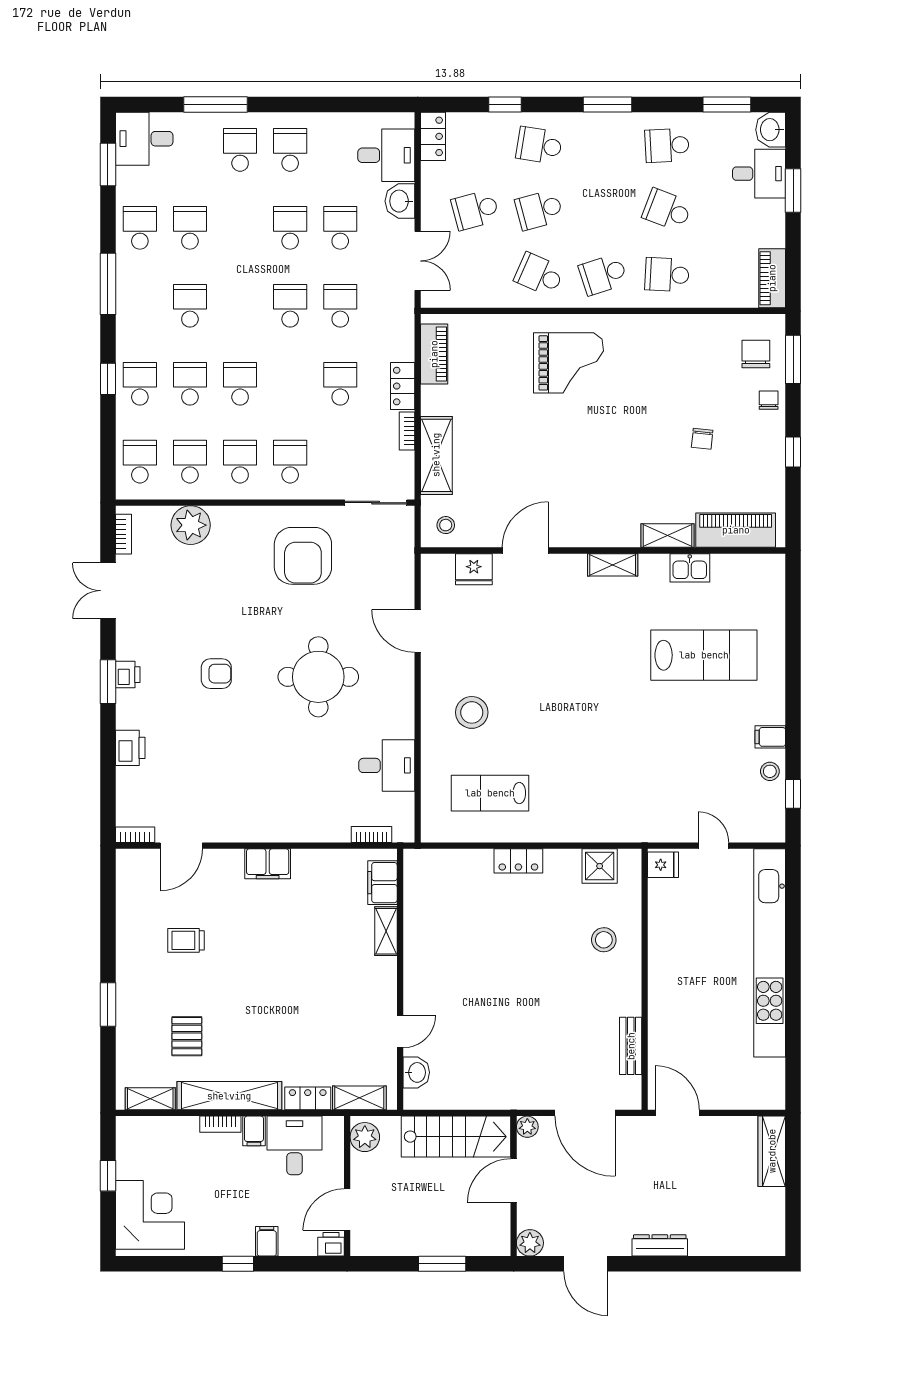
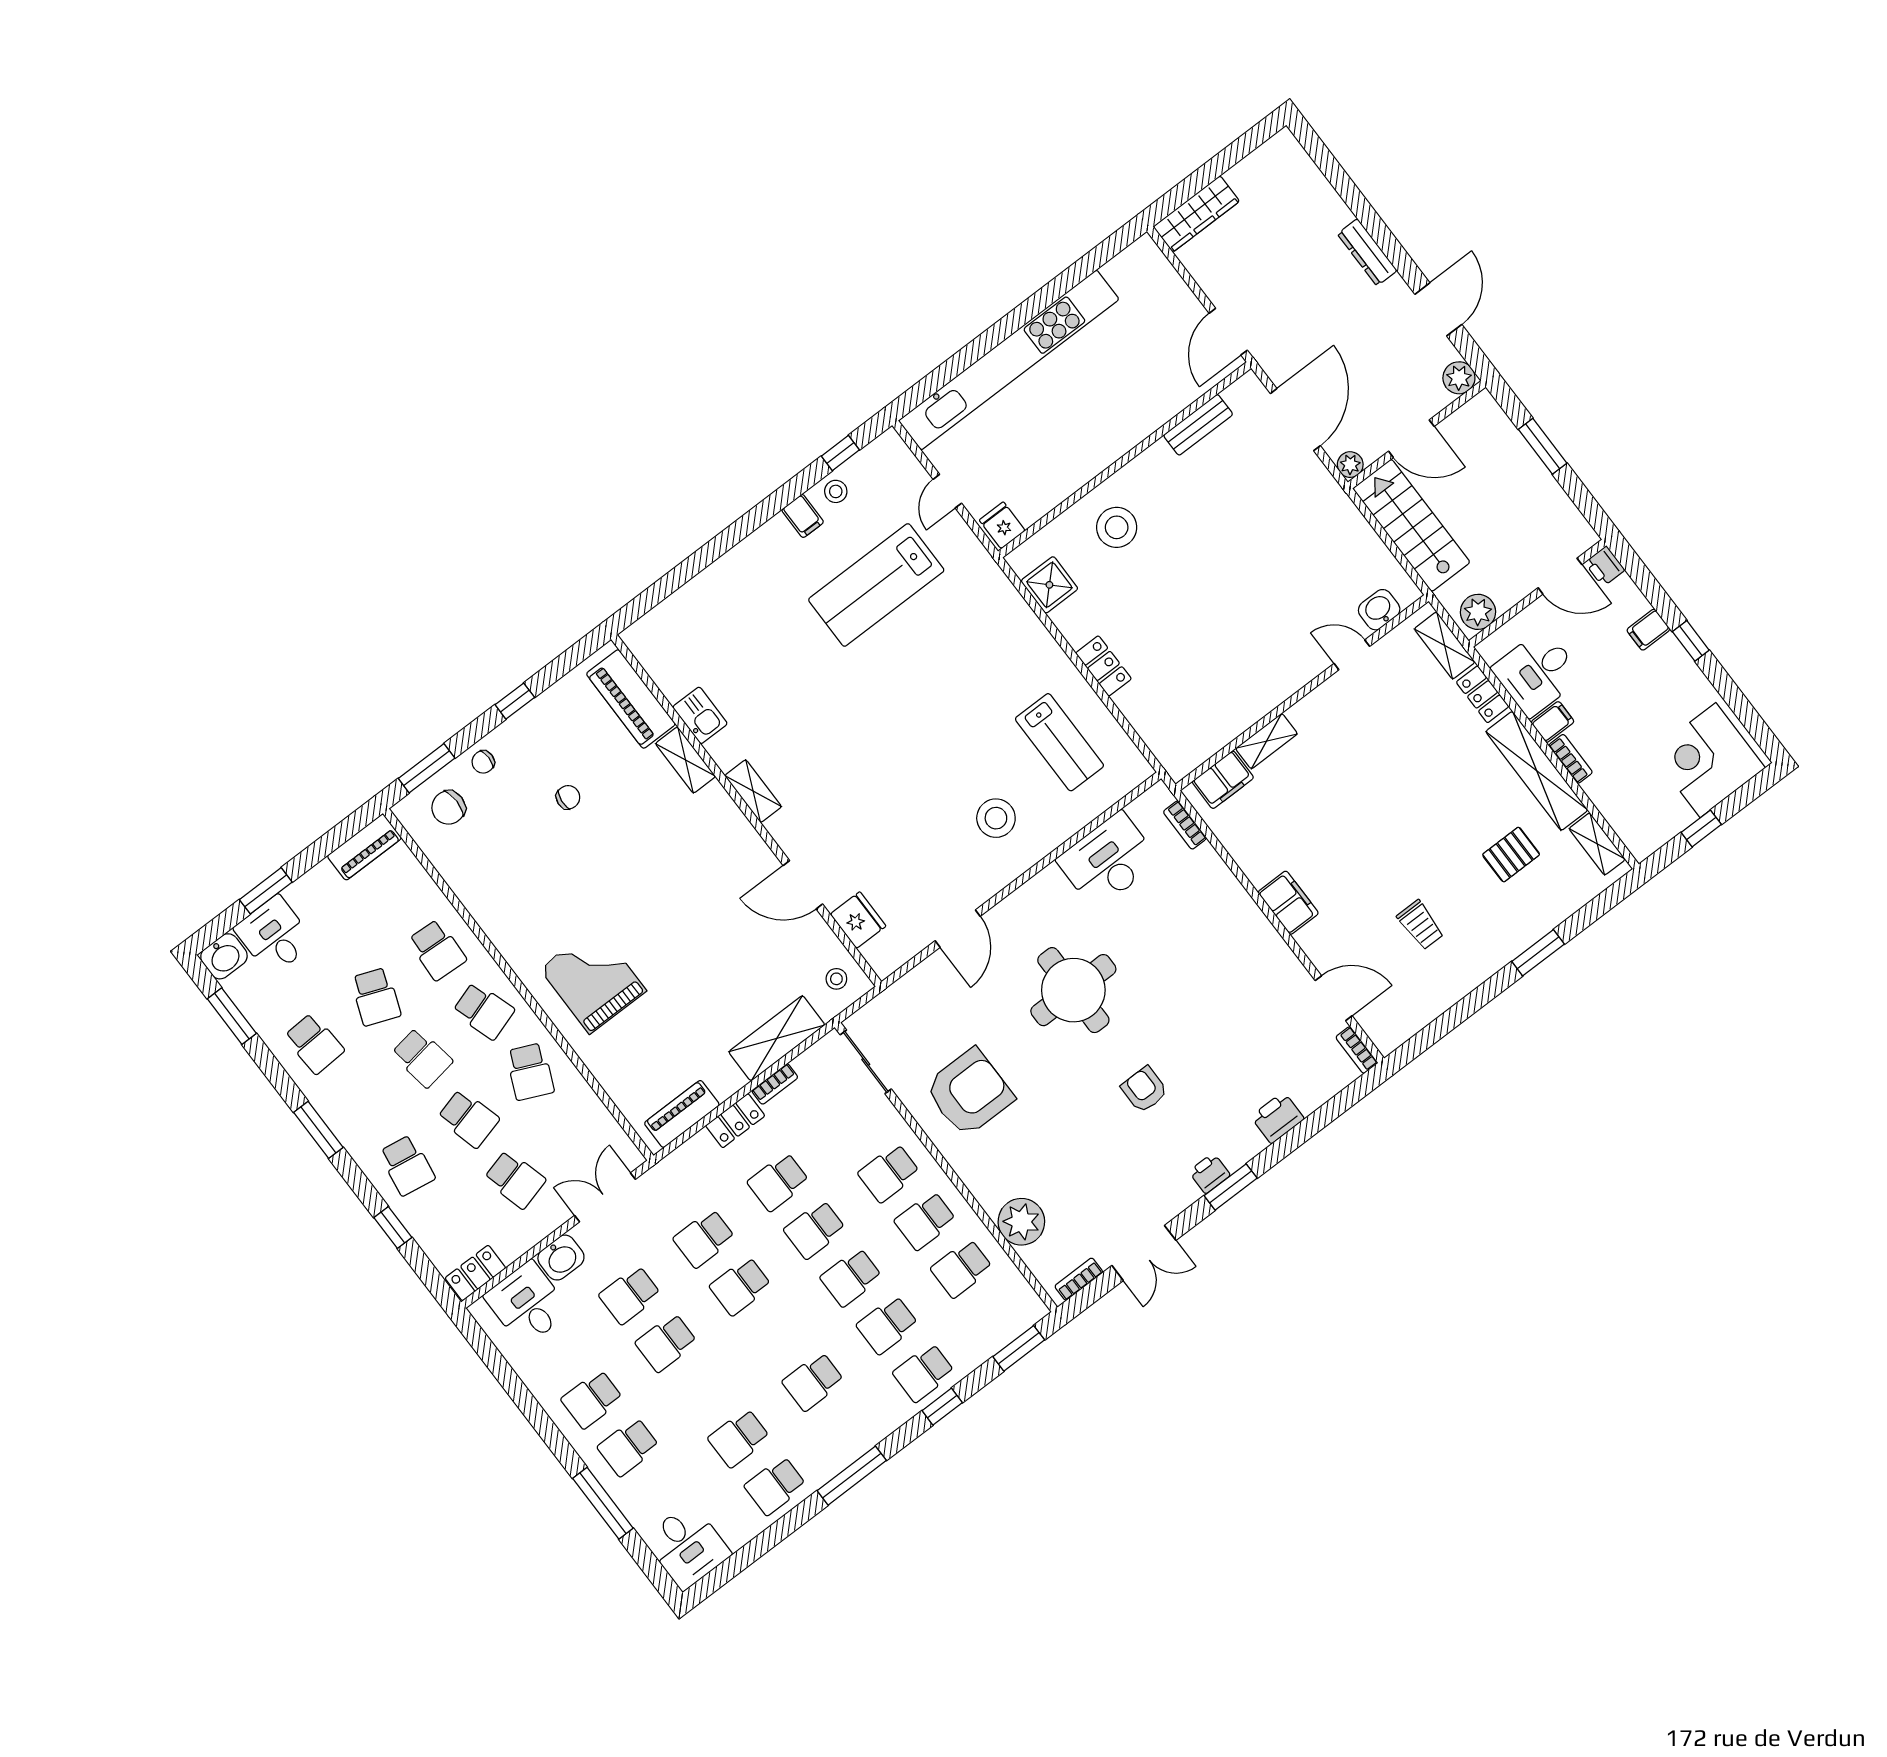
window: (108, 165) -> (1019, 1348), moved
school desk: (603, 210) -> (422, 1058), added
school desk: (140, 462) -> (815, 1230), moved
lab bench: (704, 655) -> (876, 585), moved, turned -90
desk: (387, 765) -> (1108, 861), width x1.37
stool: (604, 940) -> (1117, 527), width x1.38, depth x1.38

